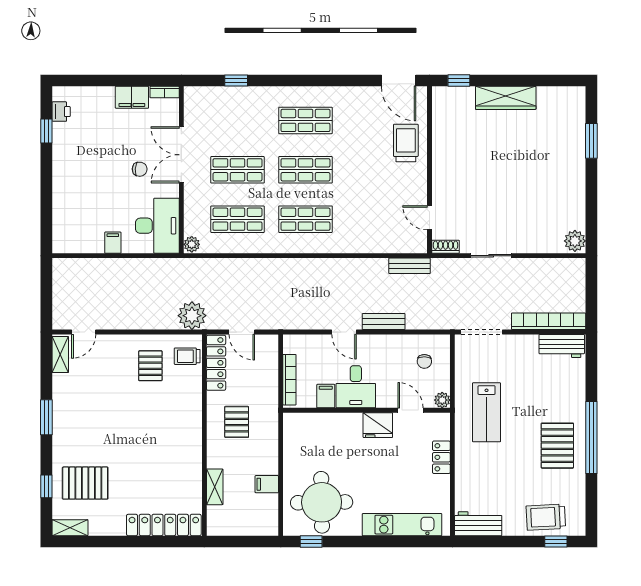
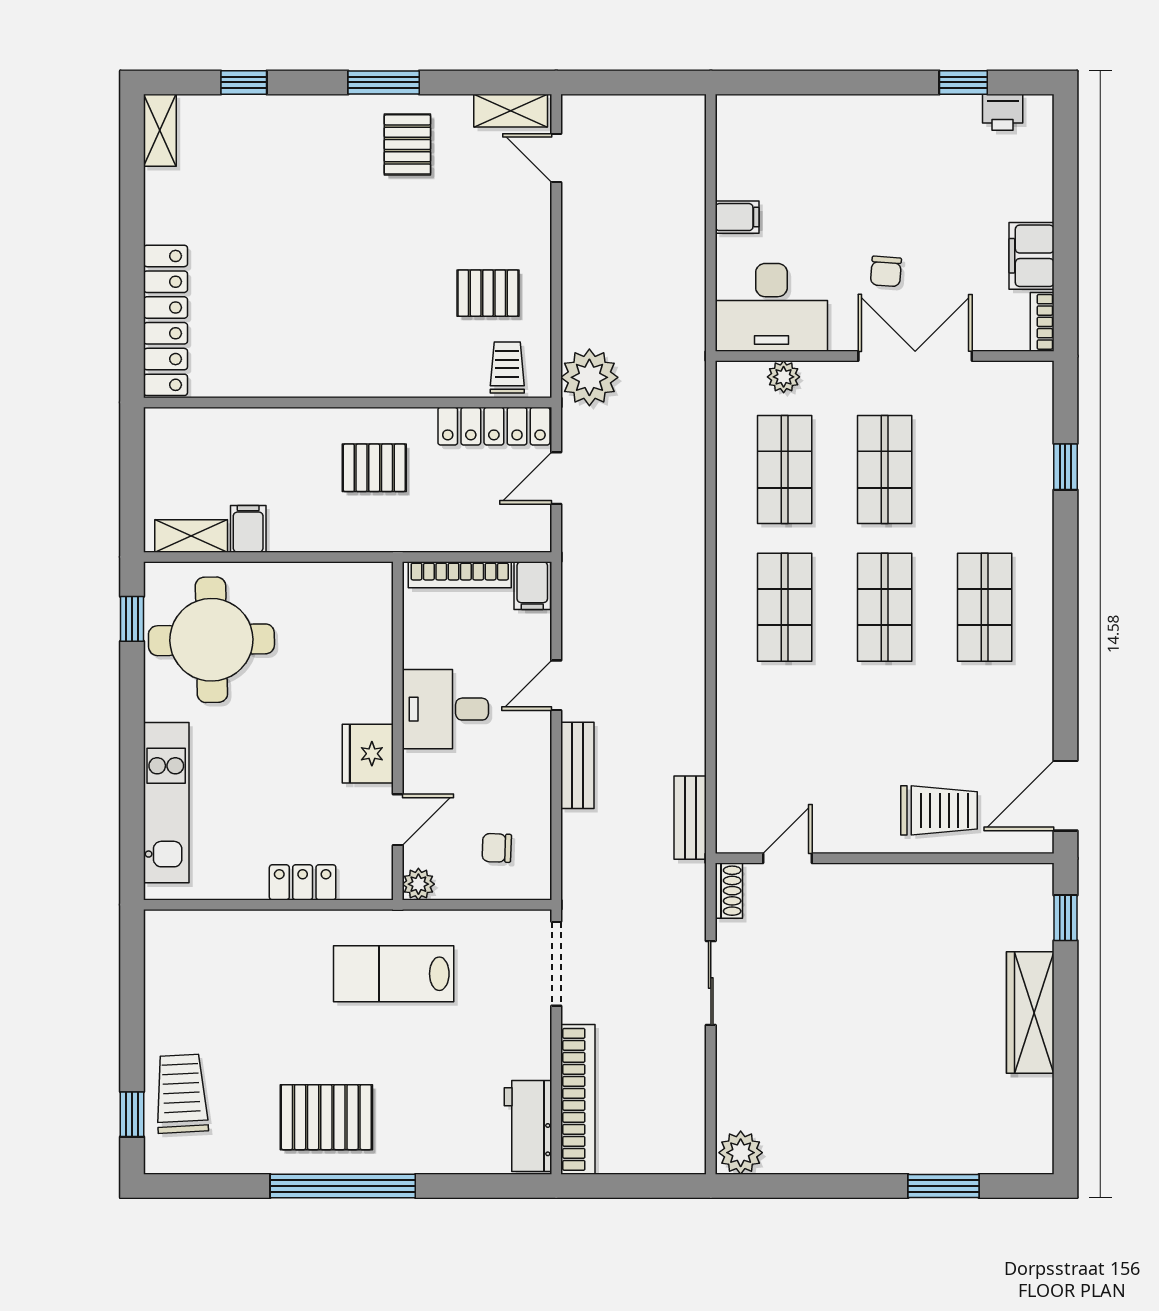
plant: (192, 244) -> (784, 377), moved
filing cabinet: (326, 396) -> (532, 586), moved, turned 90
pallet: (85, 483) -> (407, 144), moved, width x0.67, depth x0.71
shelving: (215, 487) -> (191, 536), moved
workbench: (478, 524) -> (168, 957), removed

